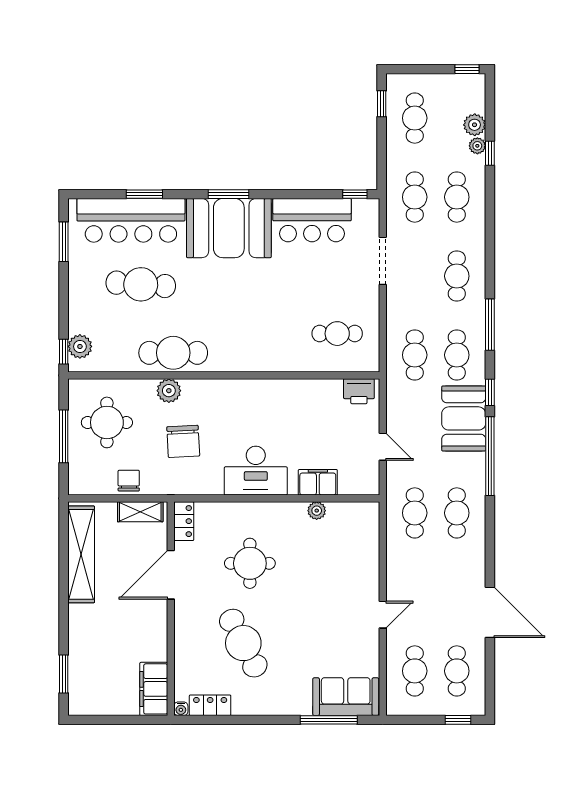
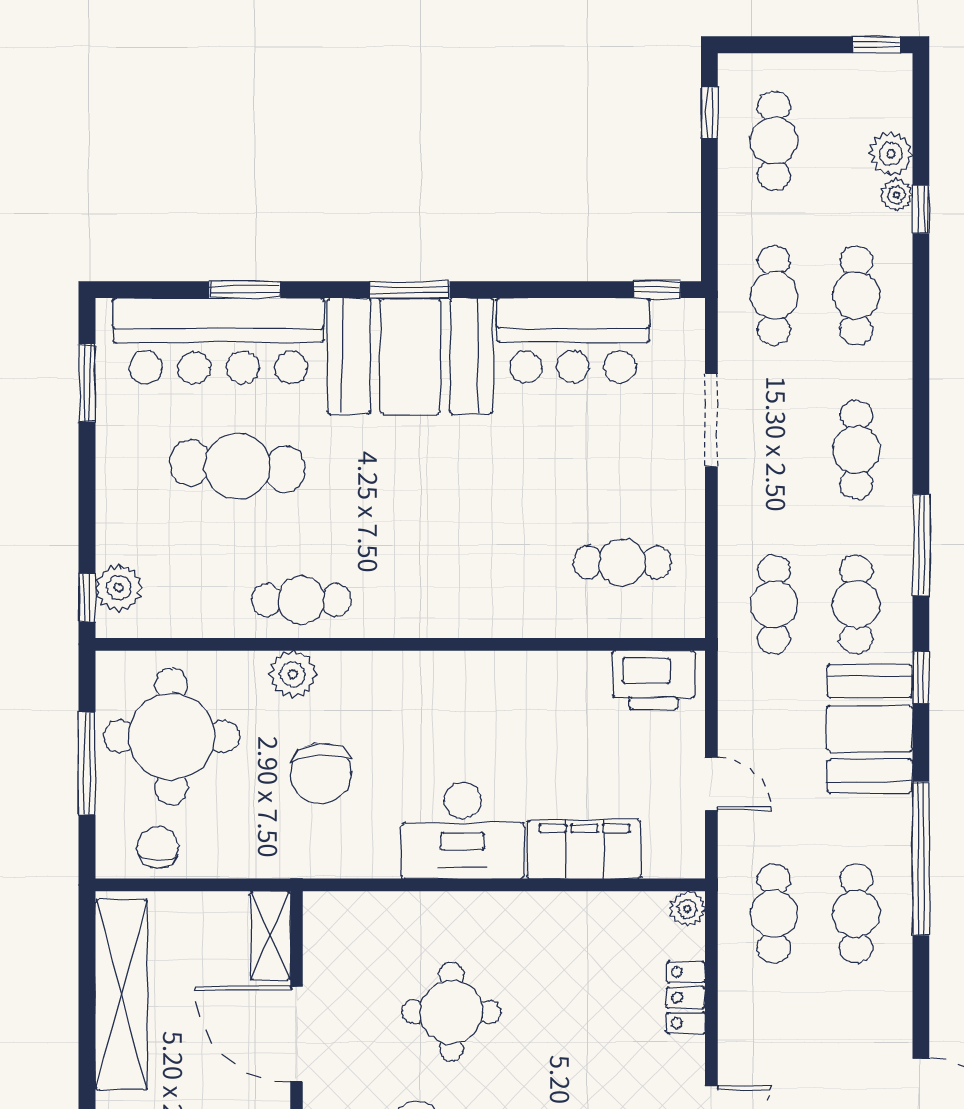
cafe table: (173, 353) -> (301, 600), width x0.73, depth x0.74
printer: (359, 391) -> (654, 680), width x1.37, depth x1.19
round table: (107, 422) -> (172, 736), width x1.36, depth x1.36
window: (490, 456) -> (921, 859), moved
chair: (129, 481) -> (157, 847), moved
filing cabinet: (318, 482) -> (584, 849), width x1.50, depth x1.17
plant: (317, 511) -> (687, 909), moved
shelving: (140, 512) -> (270, 936), moved, turned 90
locker: (184, 521) -> (686, 997), moved, turned 180
door: (171, 575) -> (296, 1034), hinge flipped

